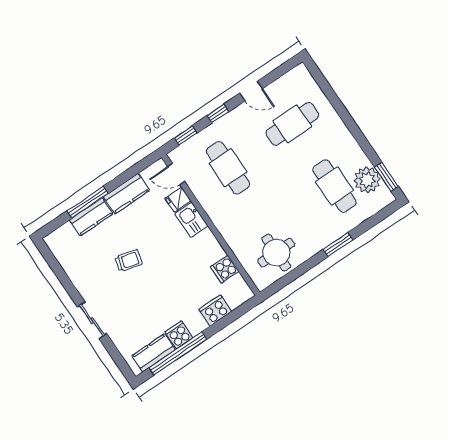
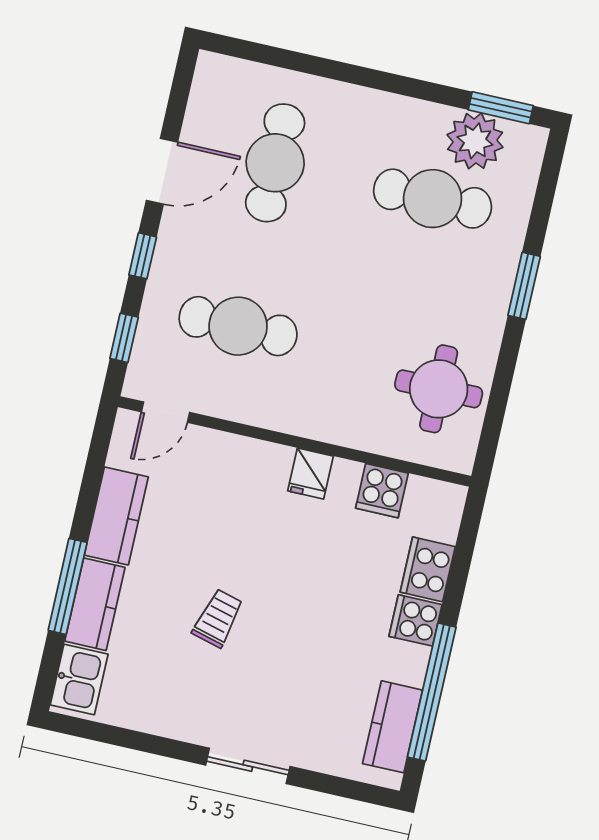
door: (251, 91) -> (162, 171), width x1.38
fridge: (178, 200) -> (311, 473), moved
kitchen sink: (191, 220) -> (79, 679), moved, turned -90
cooker: (179, 335) -> (415, 620), moved

